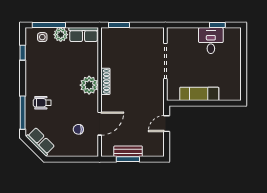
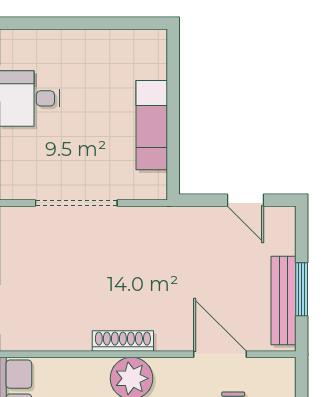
door: (167, 124) -> (245, 200), moved
bench: (128, 151) -> (284, 300), width x1.36

